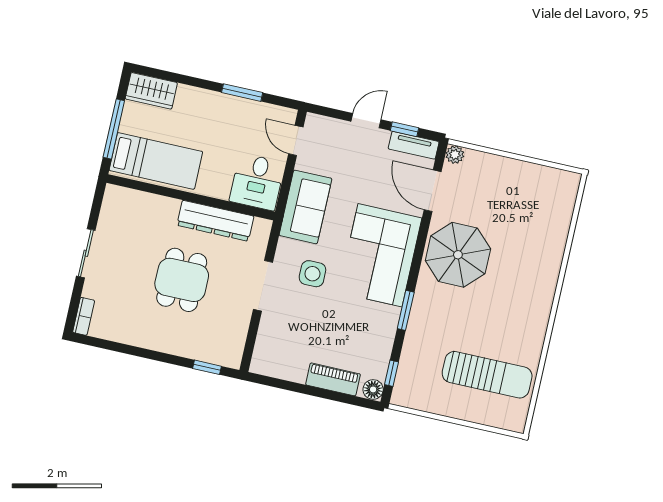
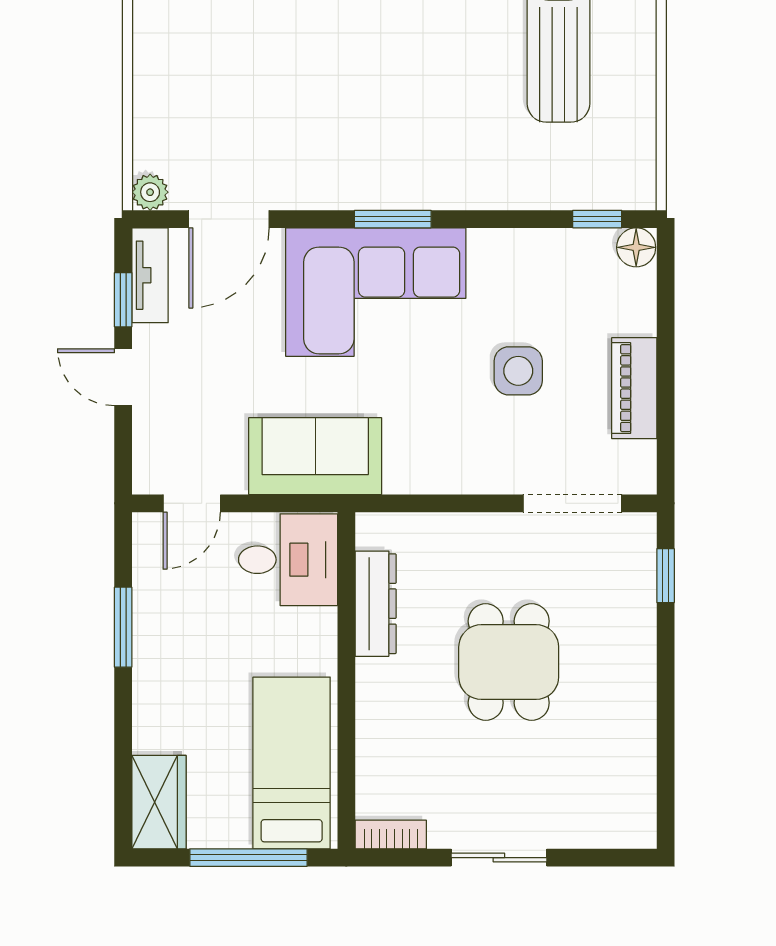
dresser: (215, 221) -> (376, 604), width x0.73, depth x0.80
parasol: (458, 255) -> (341, 143), removed
side table: (312, 274) -> (518, 371), moved
dining table: (182, 280) -> (509, 662), turned 90
doorway: (263, 286) -> (572, 503), moved
window: (406, 310) -> (393, 219), moved
bookcase: (84, 316) -> (391, 834), moved
piano: (333, 379) -> (634, 388), moved

